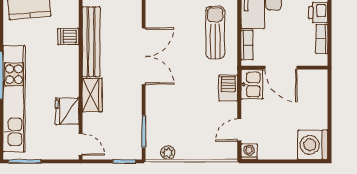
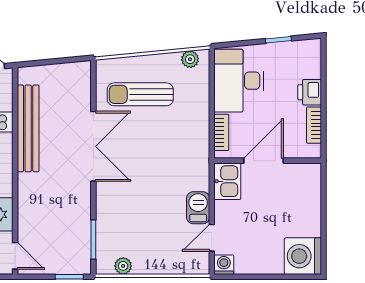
sun lounger: (215, 32) -> (140, 94), moved, turned -90
door: (281, 68) -> (264, 161), swing flipped
barbecue: (228, 88) -> (198, 208), moved
wardrobe: (92, 95) -> (29, 195), removed

